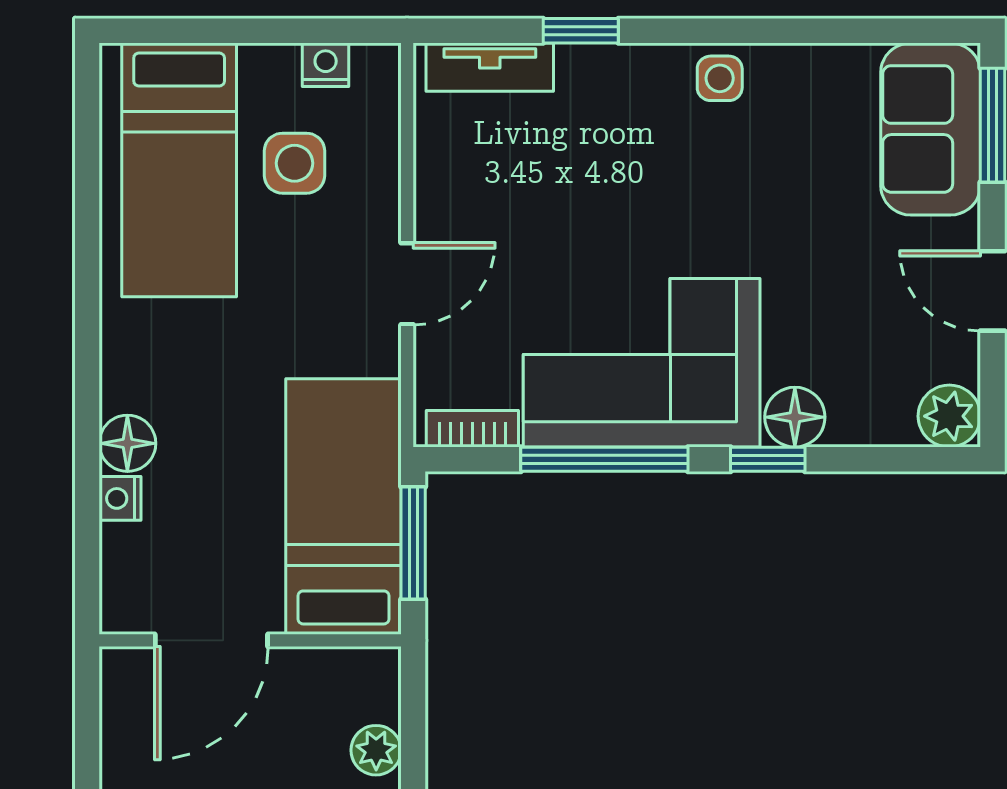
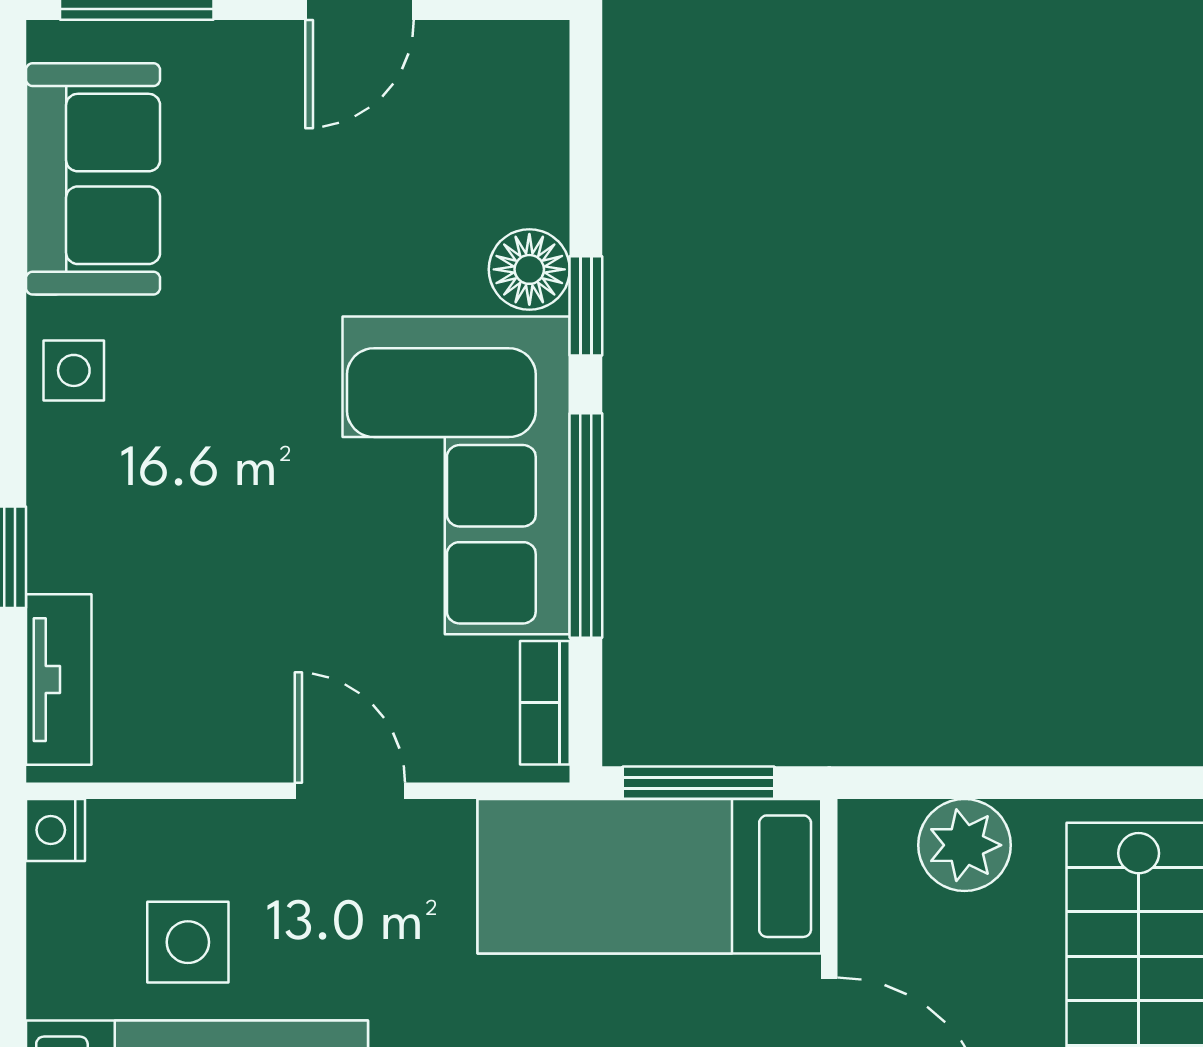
nightstand: (326, 65) -> (55, 830), moved
sofa: (931, 129) -> (93, 179), moved, turned -90
plant: (949, 416) -> (528, 62), removed
plant: (376, 750) -> (964, 845), width x1.38, depth x1.38

